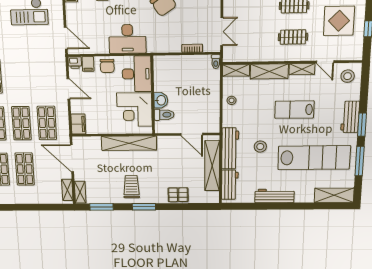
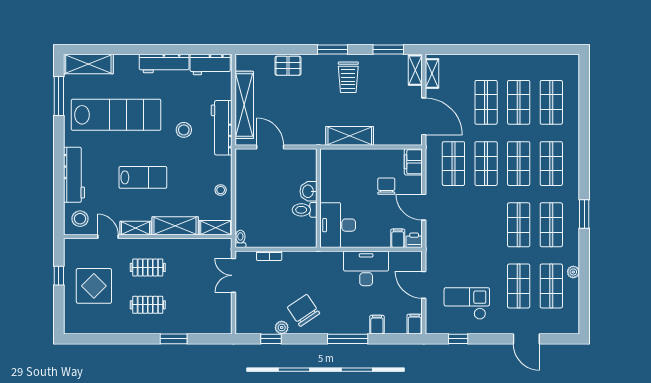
door: (66, 38) -> (424, 285), moved
desk: (127, 39) -> (366, 268), moved
chair: (107, 66) -> (386, 186), moved
corner desk: (134, 110) -> (342, 180), removed
toilet: (164, 115) -> (305, 210), moved
workbench: (350, 117) -> (74, 175), width x1.37
window: (362, 125) -> (59, 157), removed
shelving: (129, 143) -> (350, 136), width x0.68
lab bench: (314, 158) -> (116, 115), turned 180
window: (360, 161) -> (59, 96), moved
workbench: (230, 185) -> (210, 65), moved, turned -90

